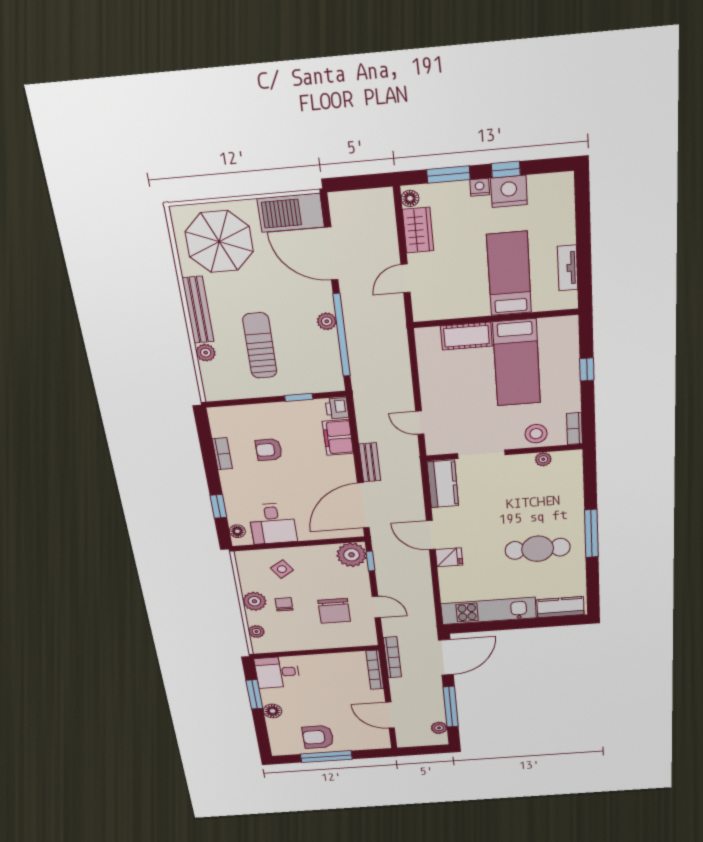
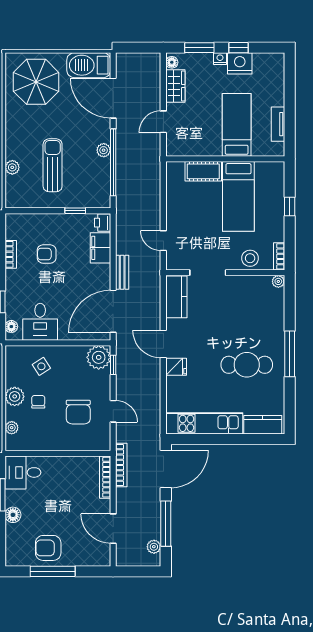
bench: (198, 310) -> (12, 133), removed
plant: (543, 459) -> (278, 281), moved

